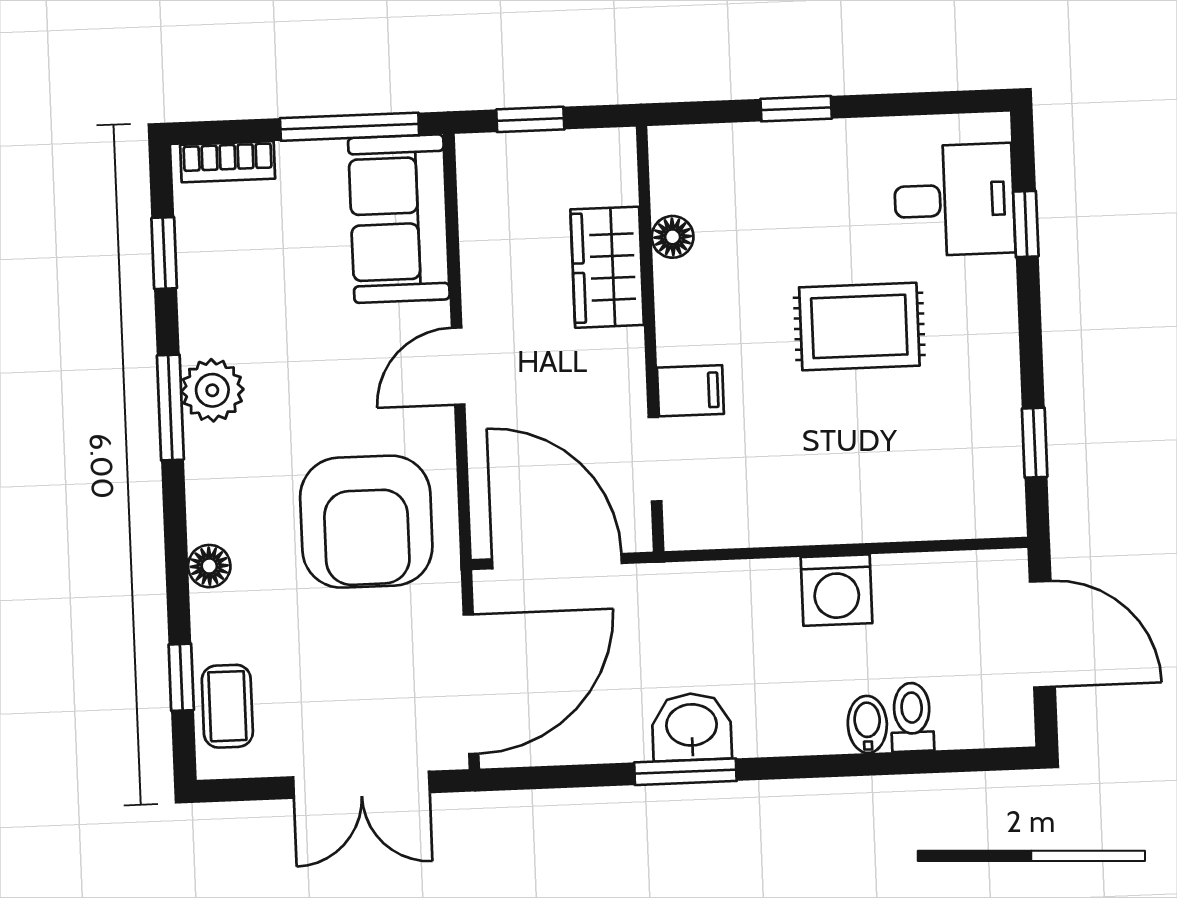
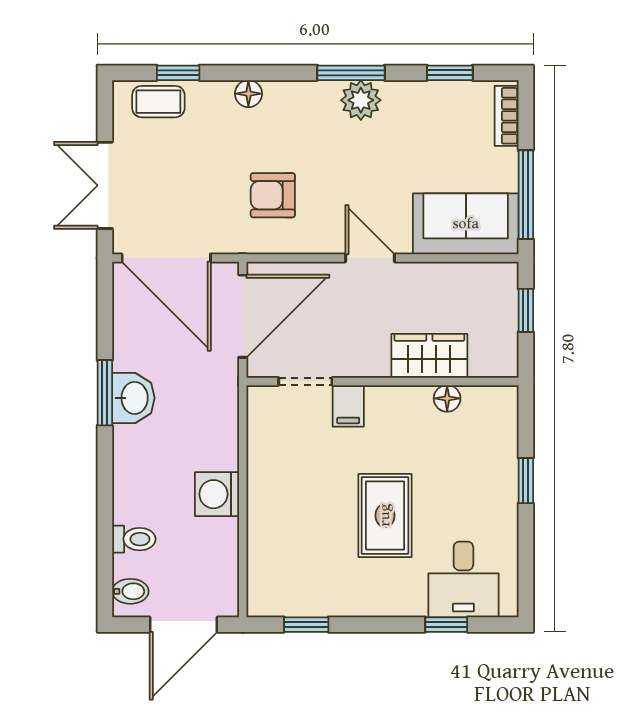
armchair: (366, 522) -> (273, 195), width x0.53, depth x0.53
bidet: (867, 724) -> (130, 591), moved

